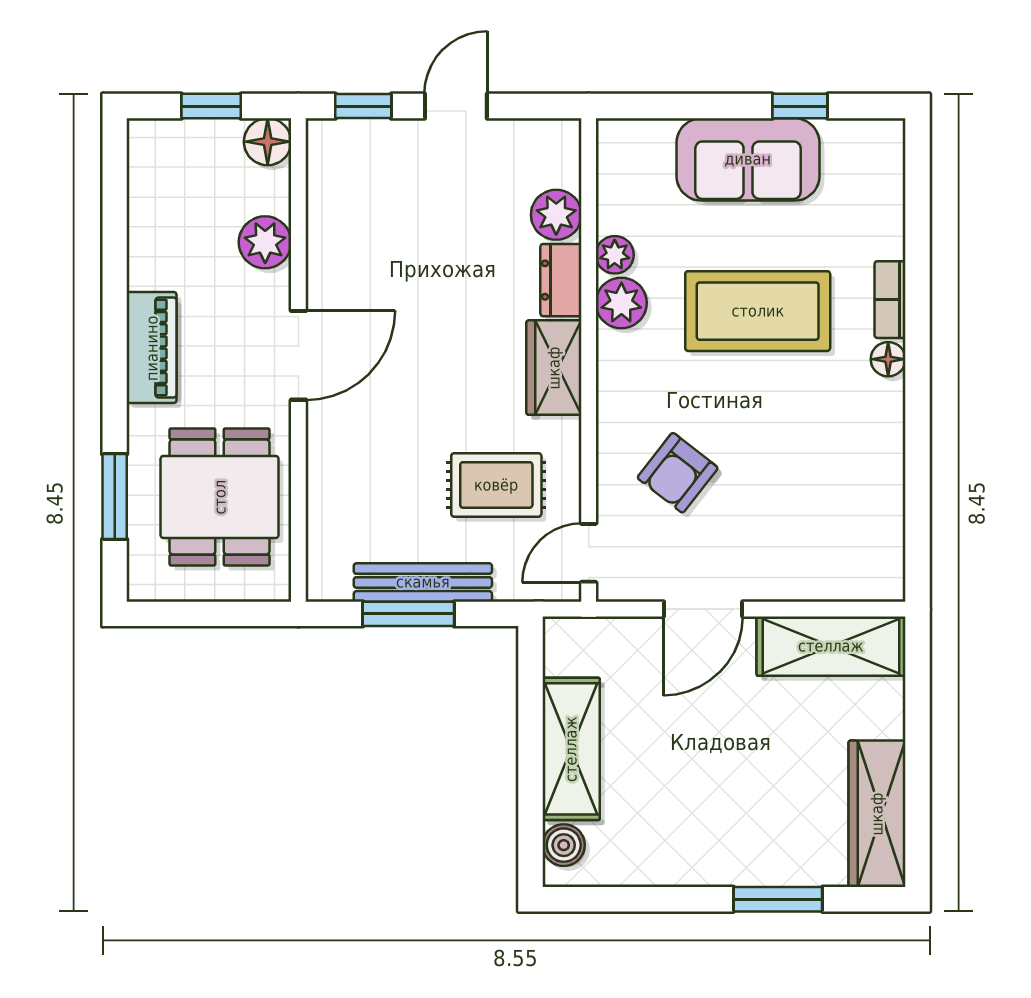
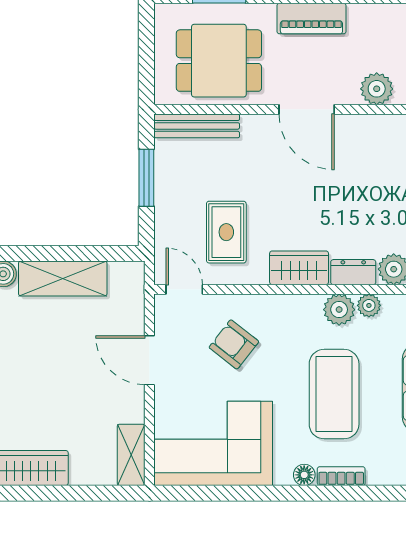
corner sofa: (837, 506) -> (213, 443), added
bench: (423, 582) -> (197, 126), moved, turned 90
shelving: (831, 646) -> (131, 455), width x0.67, depth x0.75

